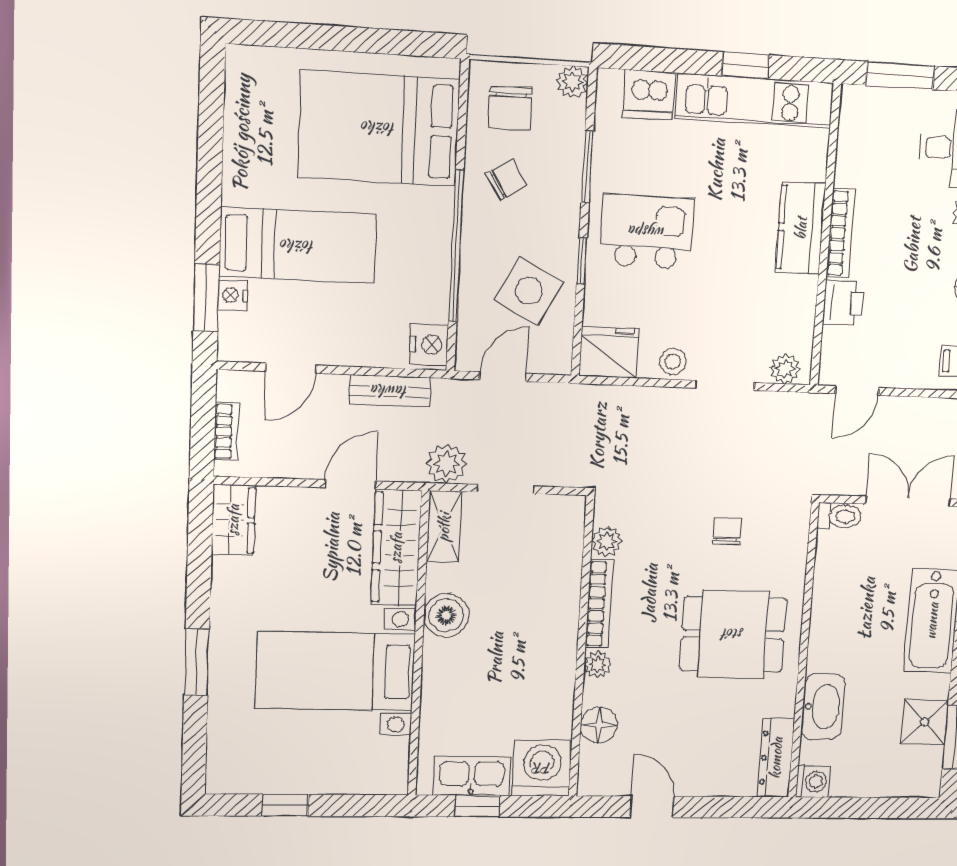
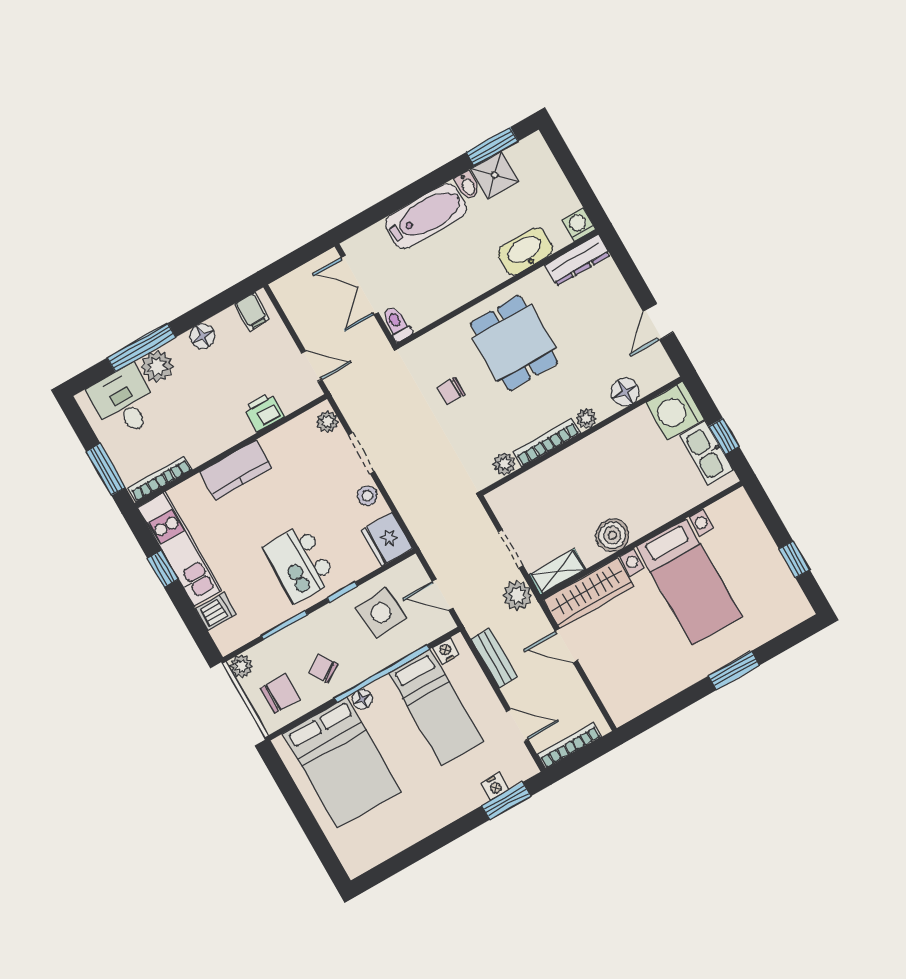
dishwasher: (649, 95) -> (216, 611), width x0.73
floor lamp: (440, 203) -> (362, 699), added
bookcase: (840, 233) -> (160, 479), moved
bed: (298, 246) -> (436, 707), moved, turned 180
side table: (529, 291) -> (381, 613), turned -32
nightstand: (429, 345) -> (446, 651), width x0.72, depth x0.74
bookcase: (226, 432) -> (570, 746), width x1.56
wardrobe: (233, 520) -> (632, 703), removed
bidet: (934, 686) -> (468, 185), added

